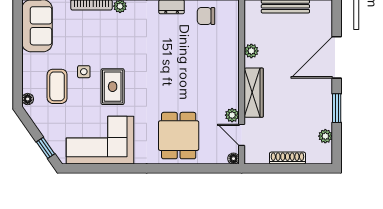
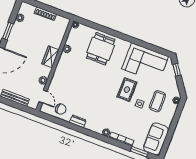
wardrobe: (254, 93) -> (50, 57), width x0.67
door: (242, 135) -> (43, 97), moved

